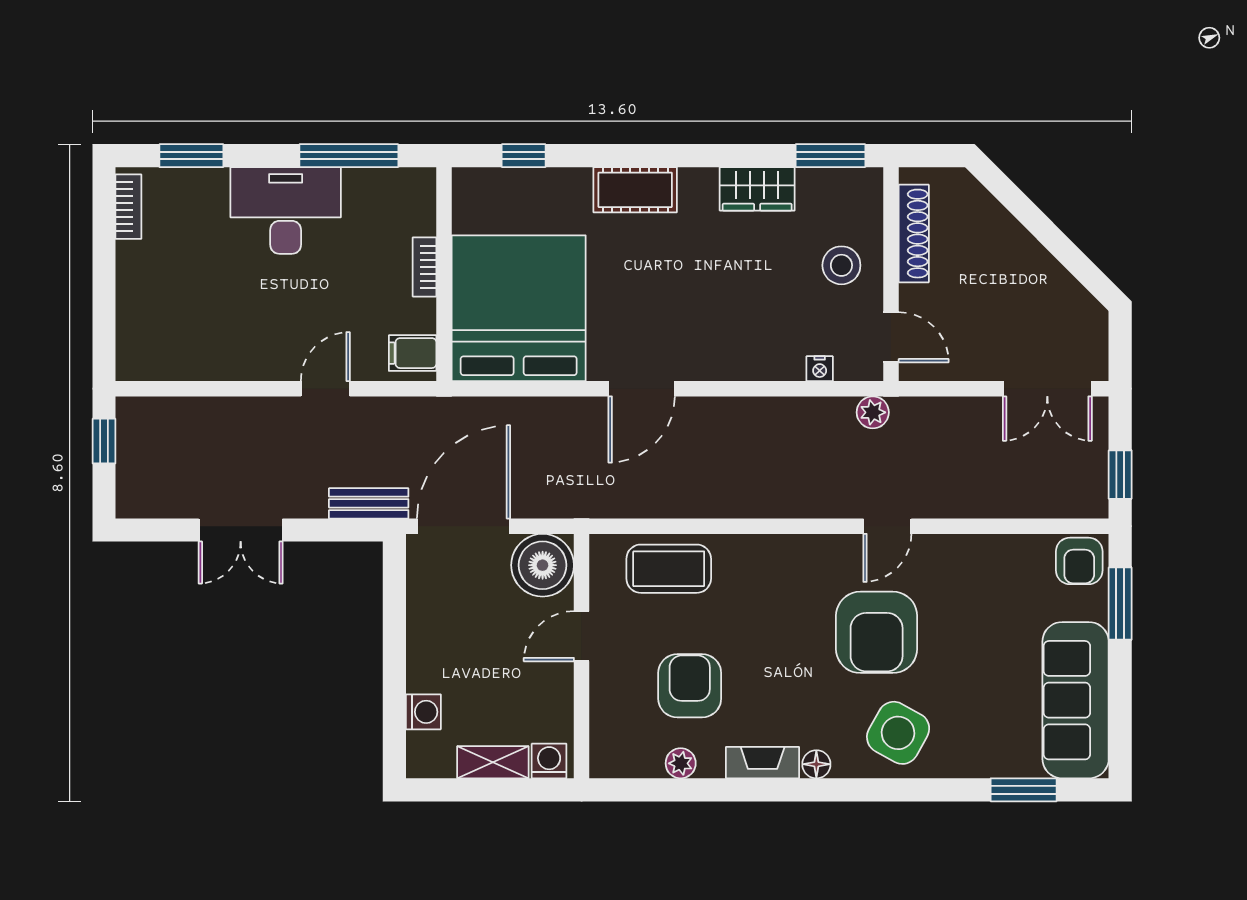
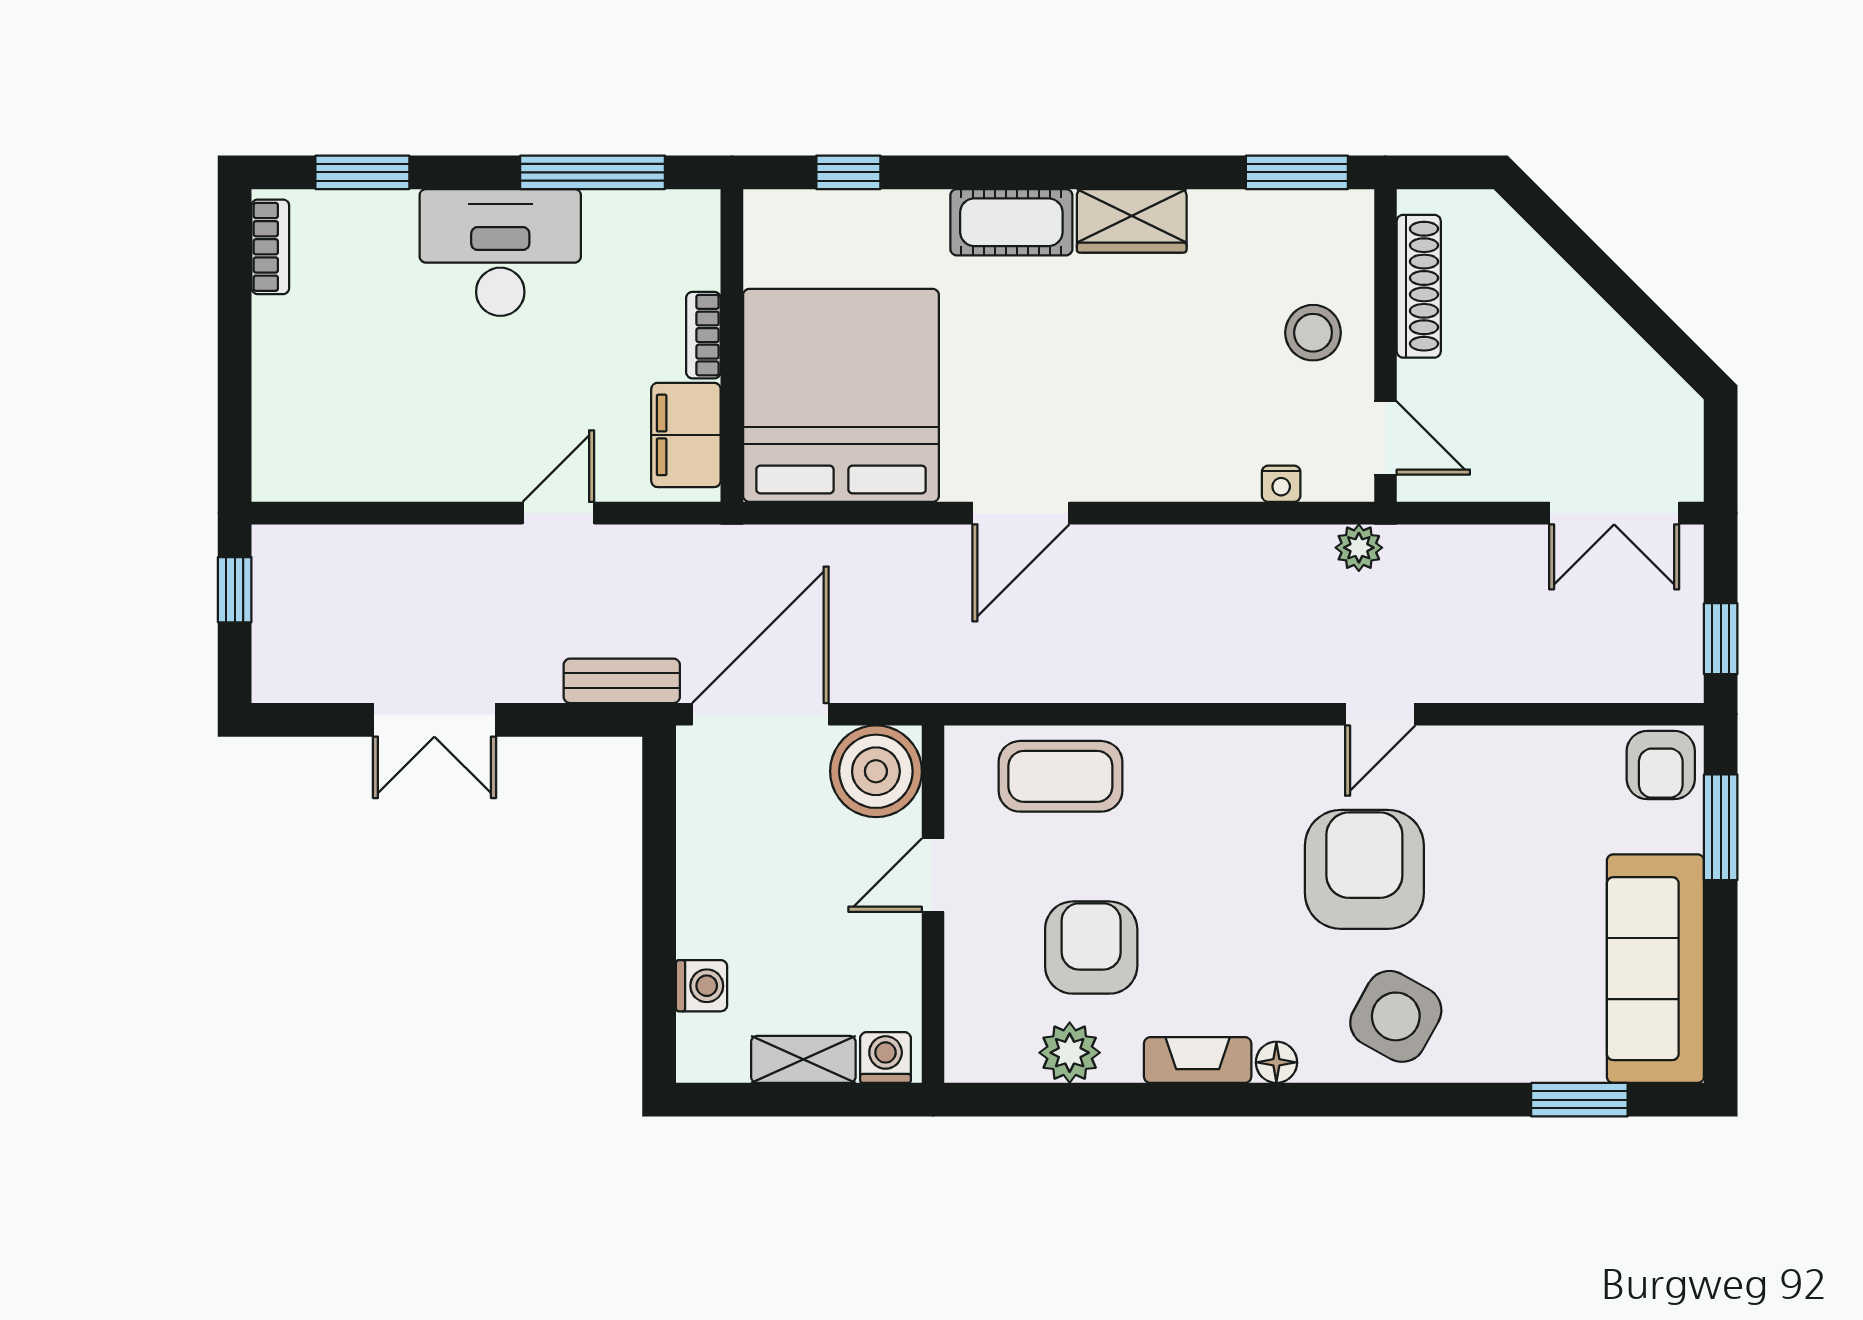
wardrobe: (757, 189) -> (1132, 221), moved
filing cabinet: (413, 353) -> (686, 435), width x2.00
armchair: (877, 632) -> (1364, 869), turned 180
plant: (681, 763) -> (1070, 1053), width x1.38, depth x1.38

